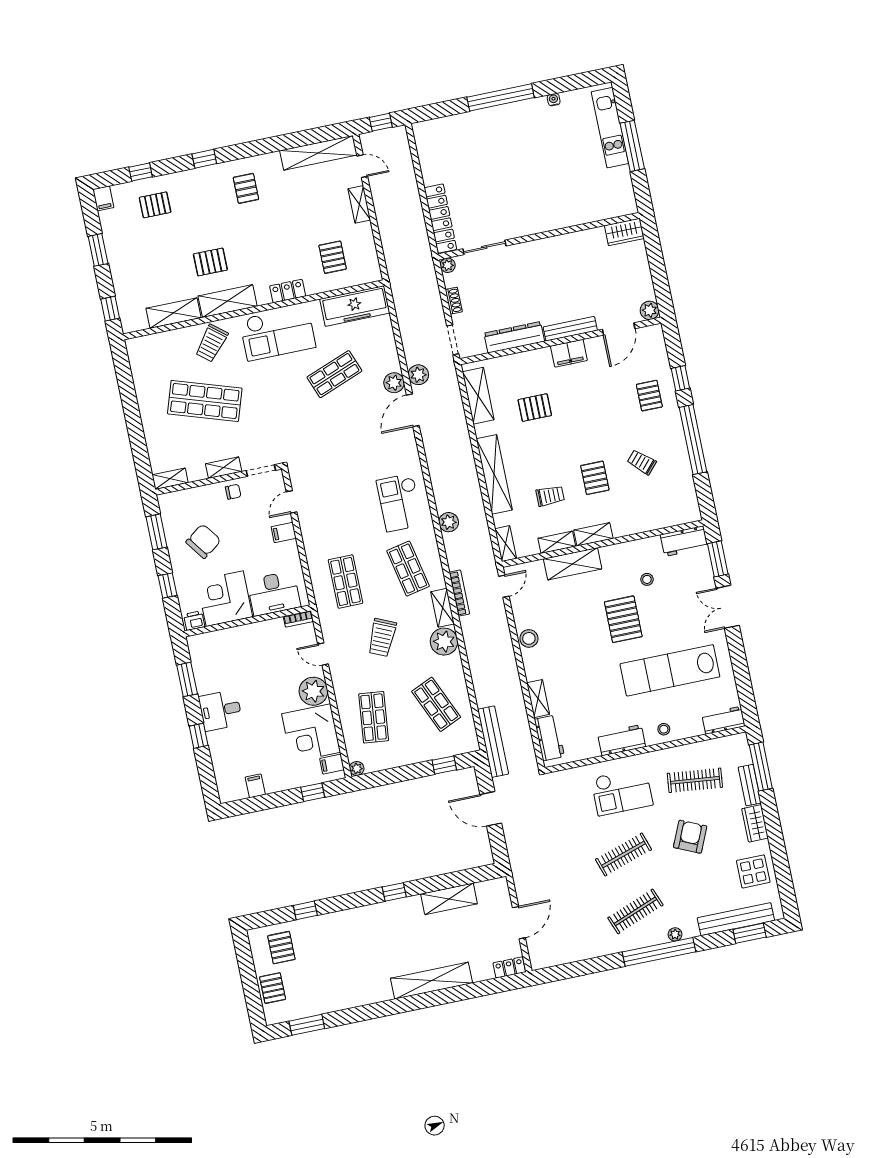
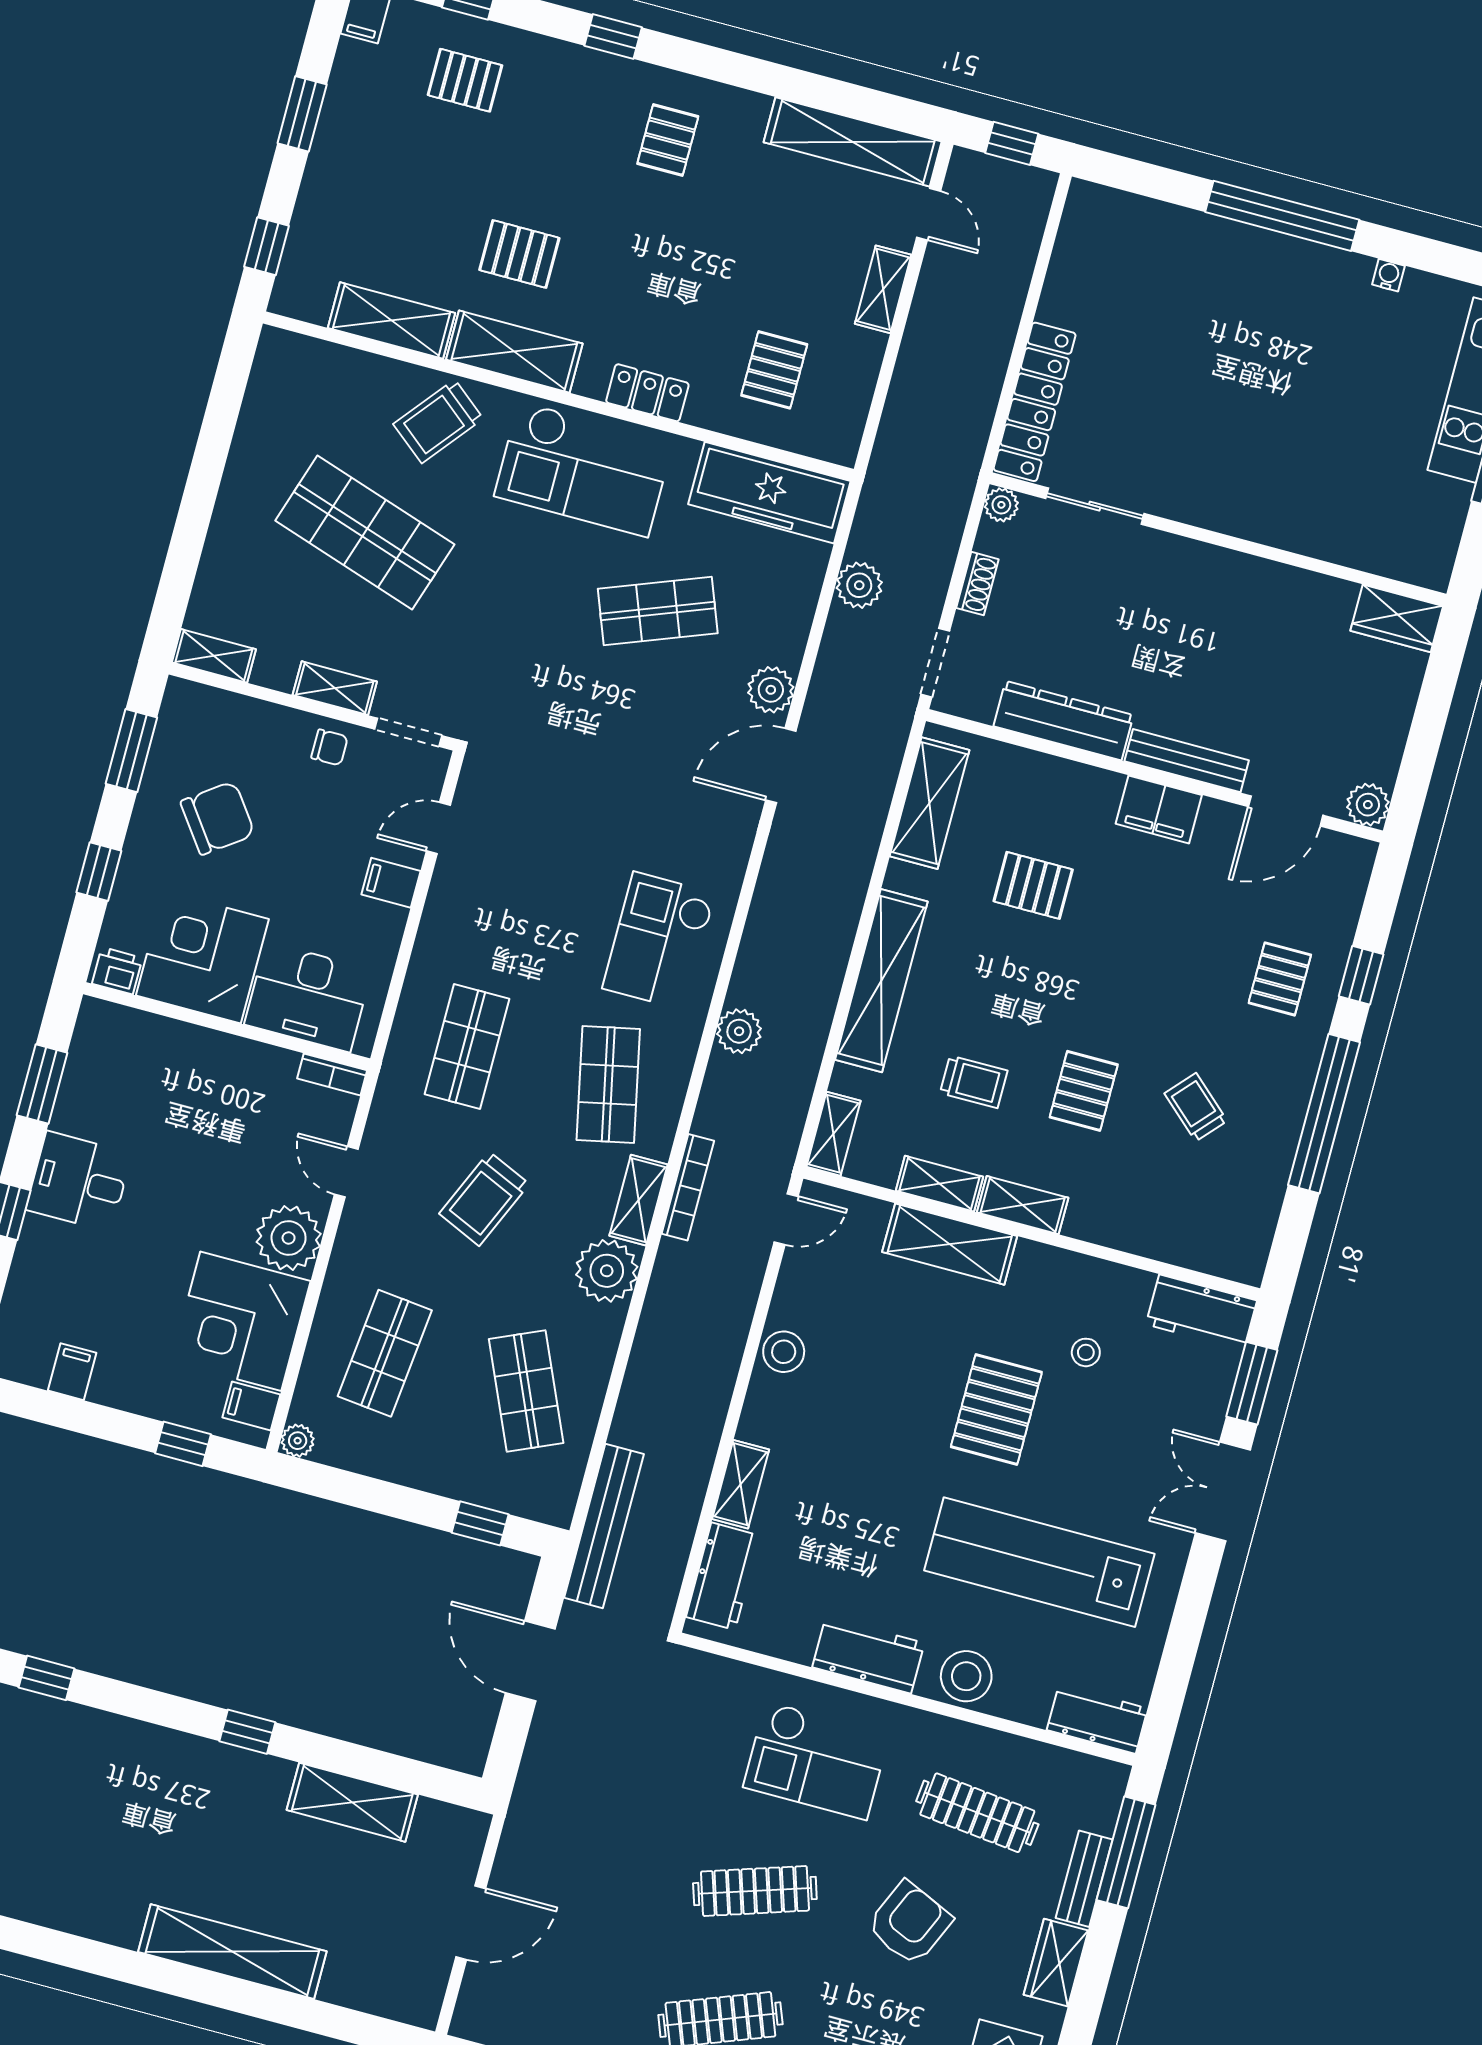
plant: (418, 375) -> (859, 585), moved
stool: (664, 729) -> (966, 1676), width x1.89, depth x1.89
locker: (509, 967) -> (405, 2005), removed

